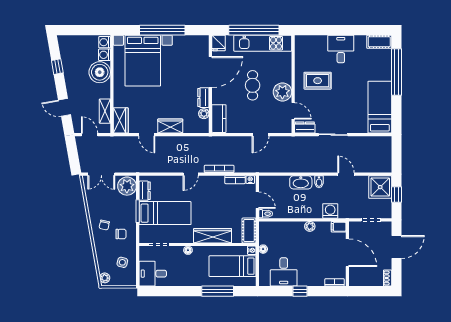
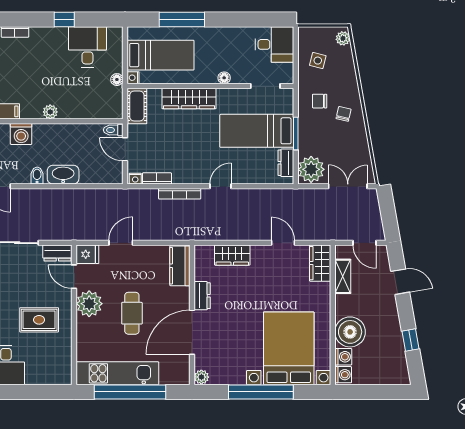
fridge: (219, 43) -> (87, 254), moved, turned 90
plant: (204, 114) -> (201, 377), moved
wardrobe: (170, 126) -> (232, 255), moved

